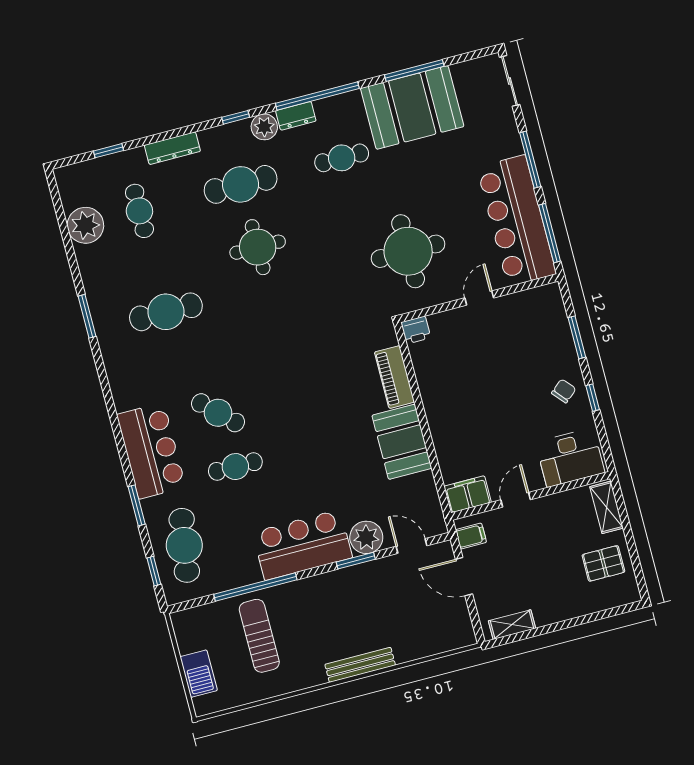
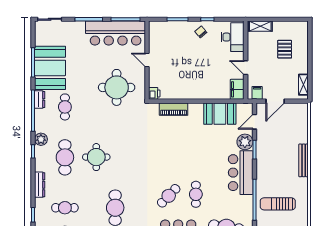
dresser: (296, 116) -> (40, 99), moved
booth: (402, 442) -> (220, 114), moved
pallet: (603, 563) -> (285, 49), moved

